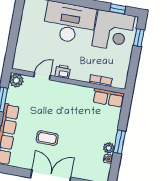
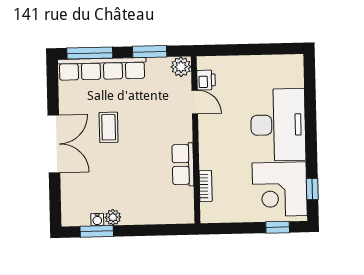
printer: (63, 72) -> (206, 80), moved
row of seats: (108, 98) -> (183, 164), moved
window: (119, 142) -> (97, 231), moved

